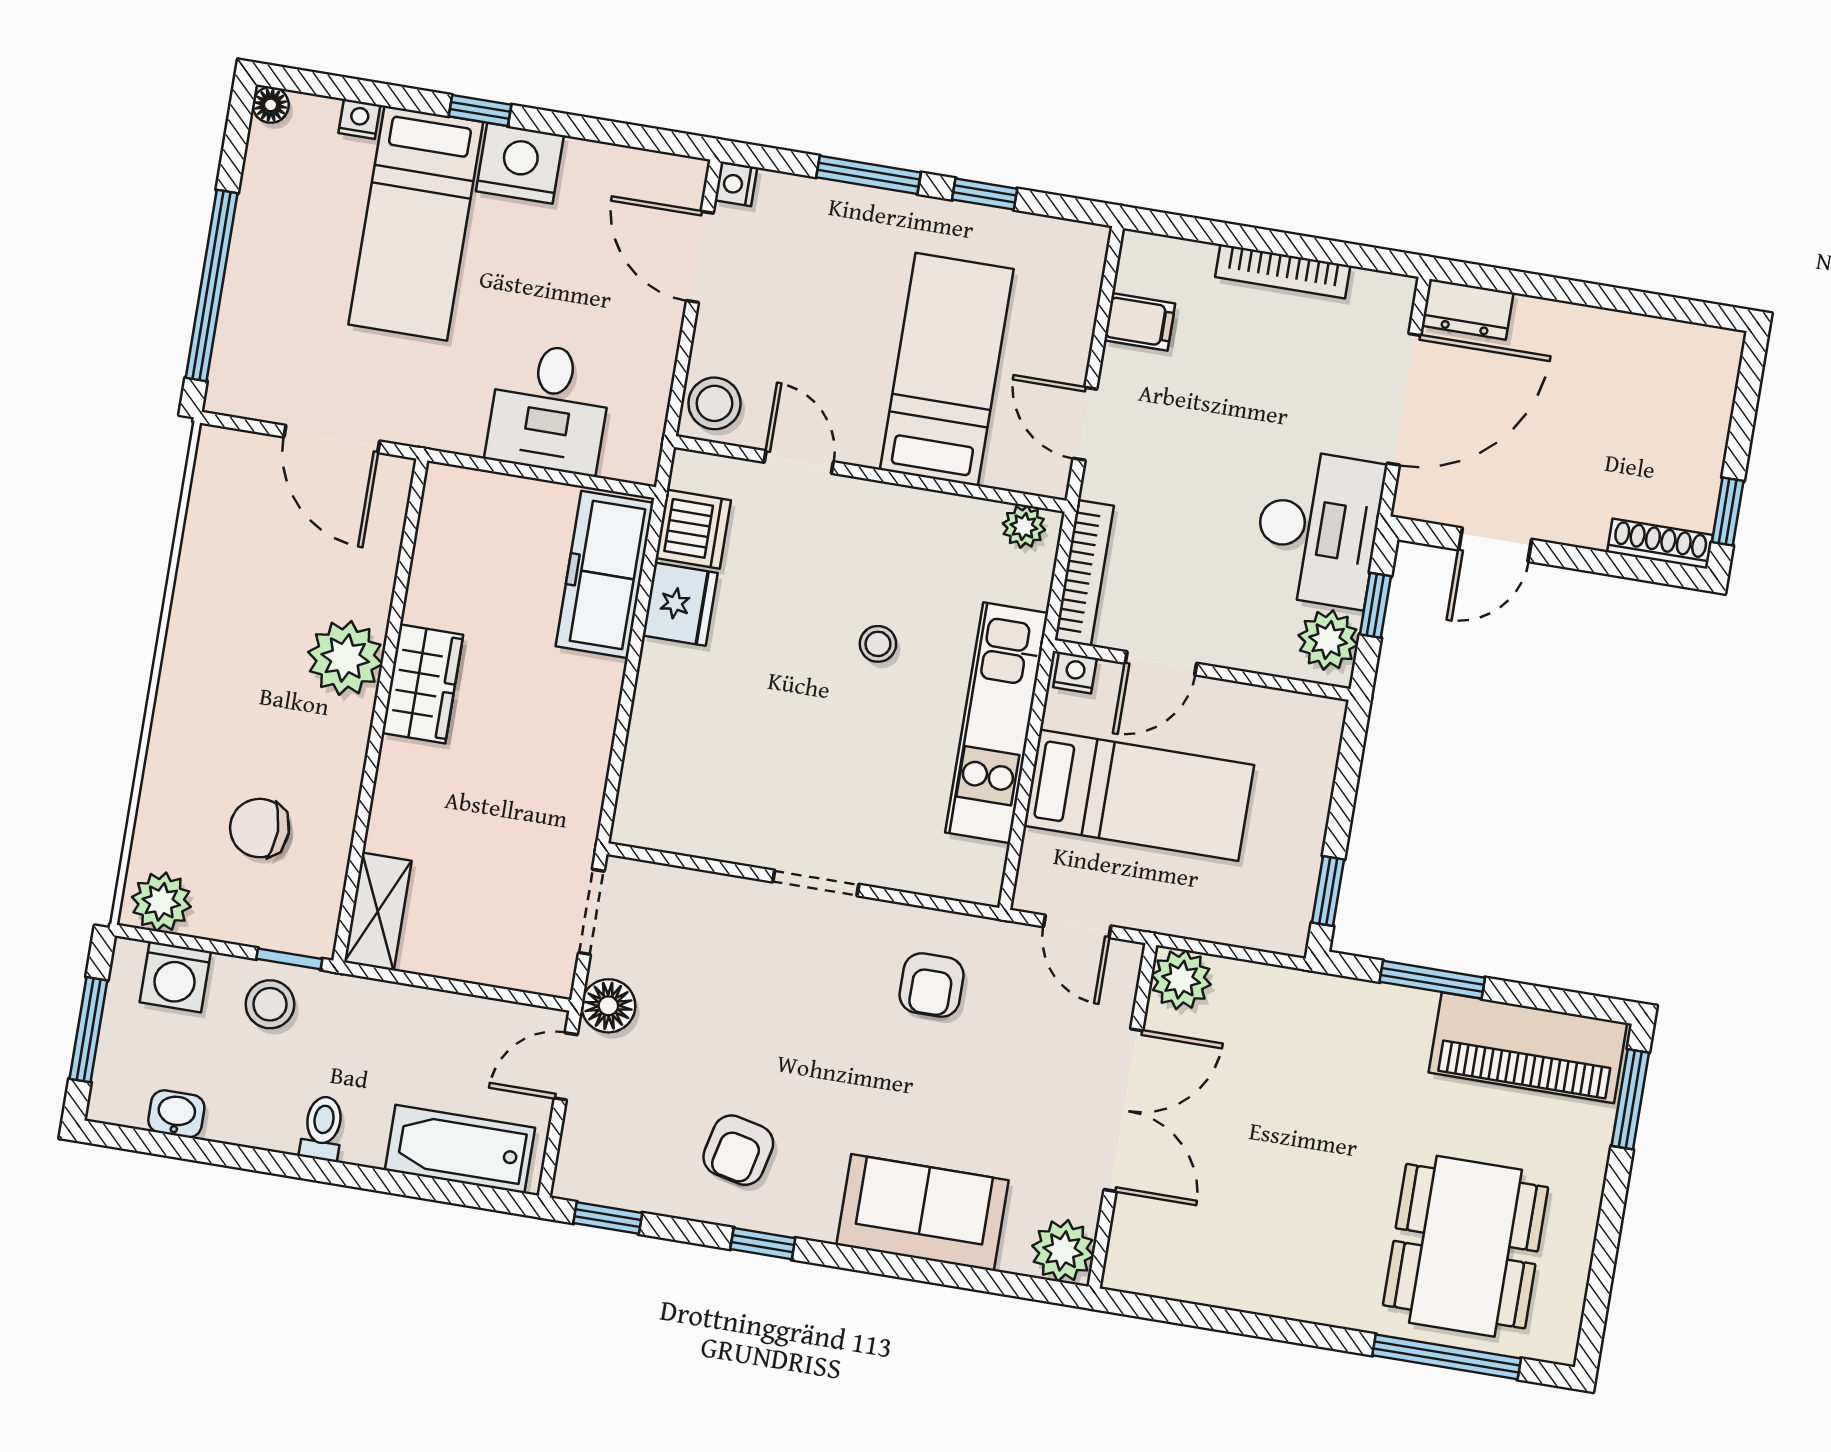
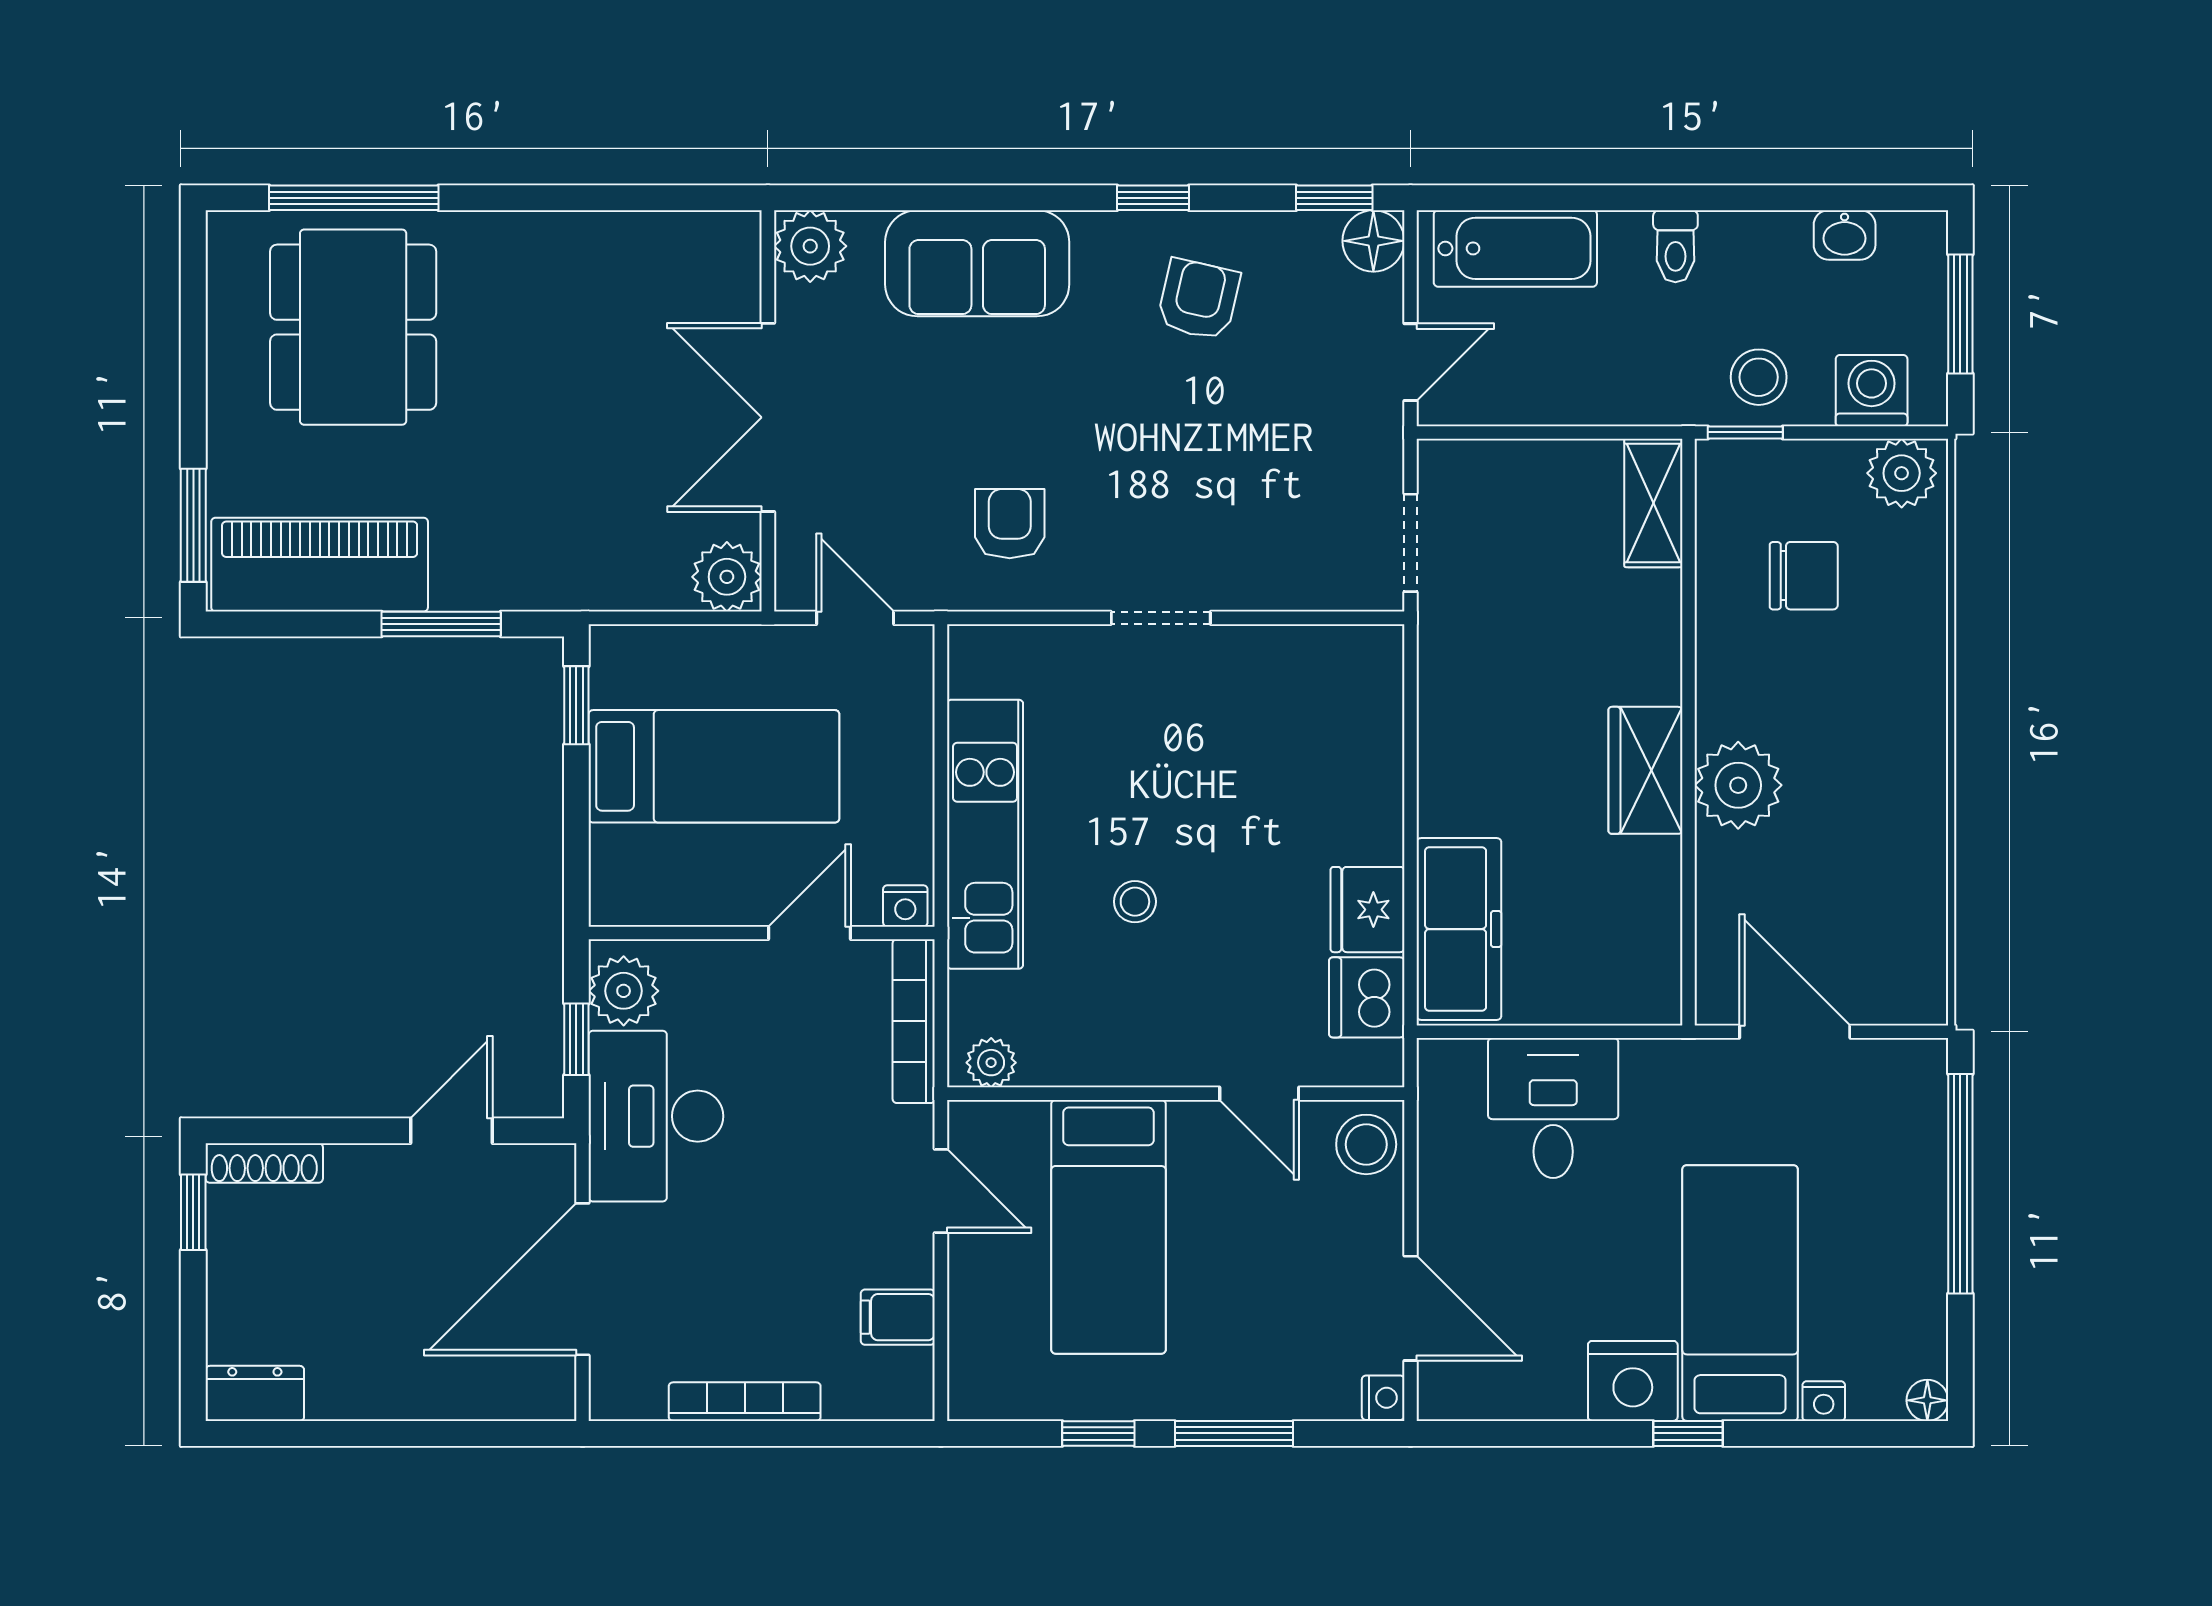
dresser: (1468, 309) -> (255, 1393), moved
bed: (1139, 795) -> (714, 766), moved, turned 180
floor lamp: (608, 1006) -> (1373, 241), moved

